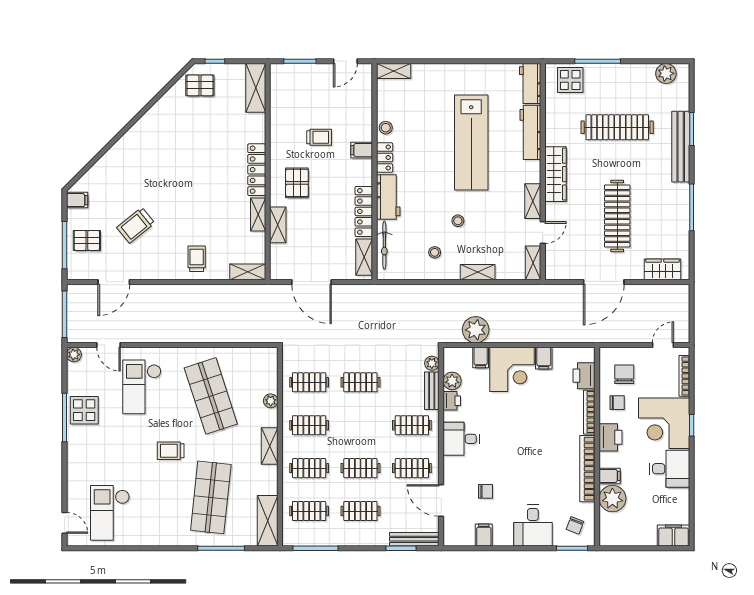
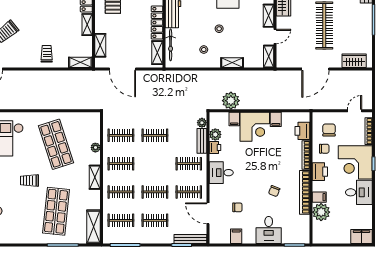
shelving: (278, 225) -> (100, 45), moved
chair: (575, 525) -> (274, 191), moved

